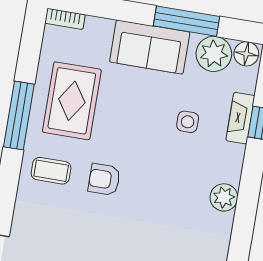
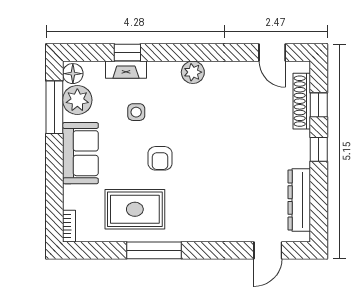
window: (187, 21) -> (54, 107), moved
coffee table: (51, 171) -> (195, 217), removed
armchair: (104, 179) -> (160, 158), moved

